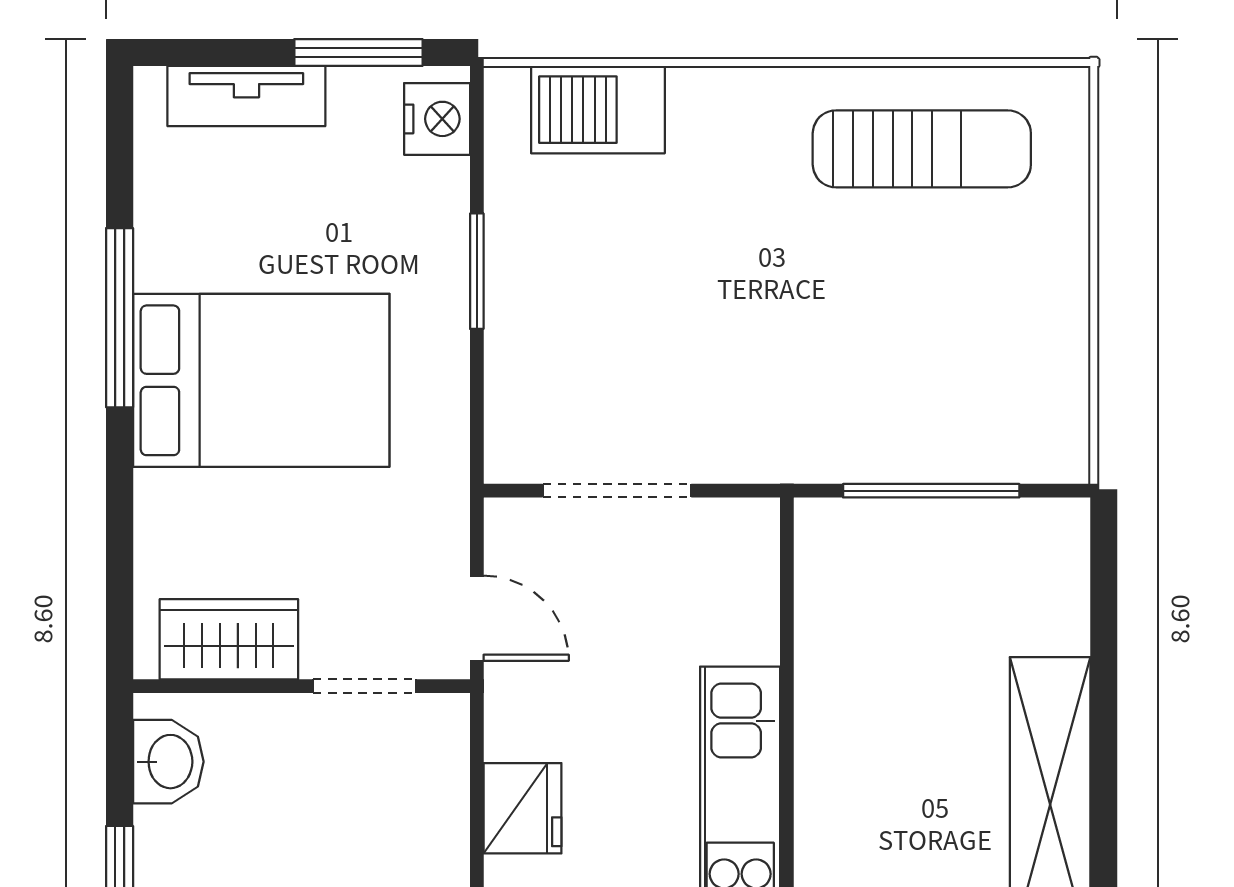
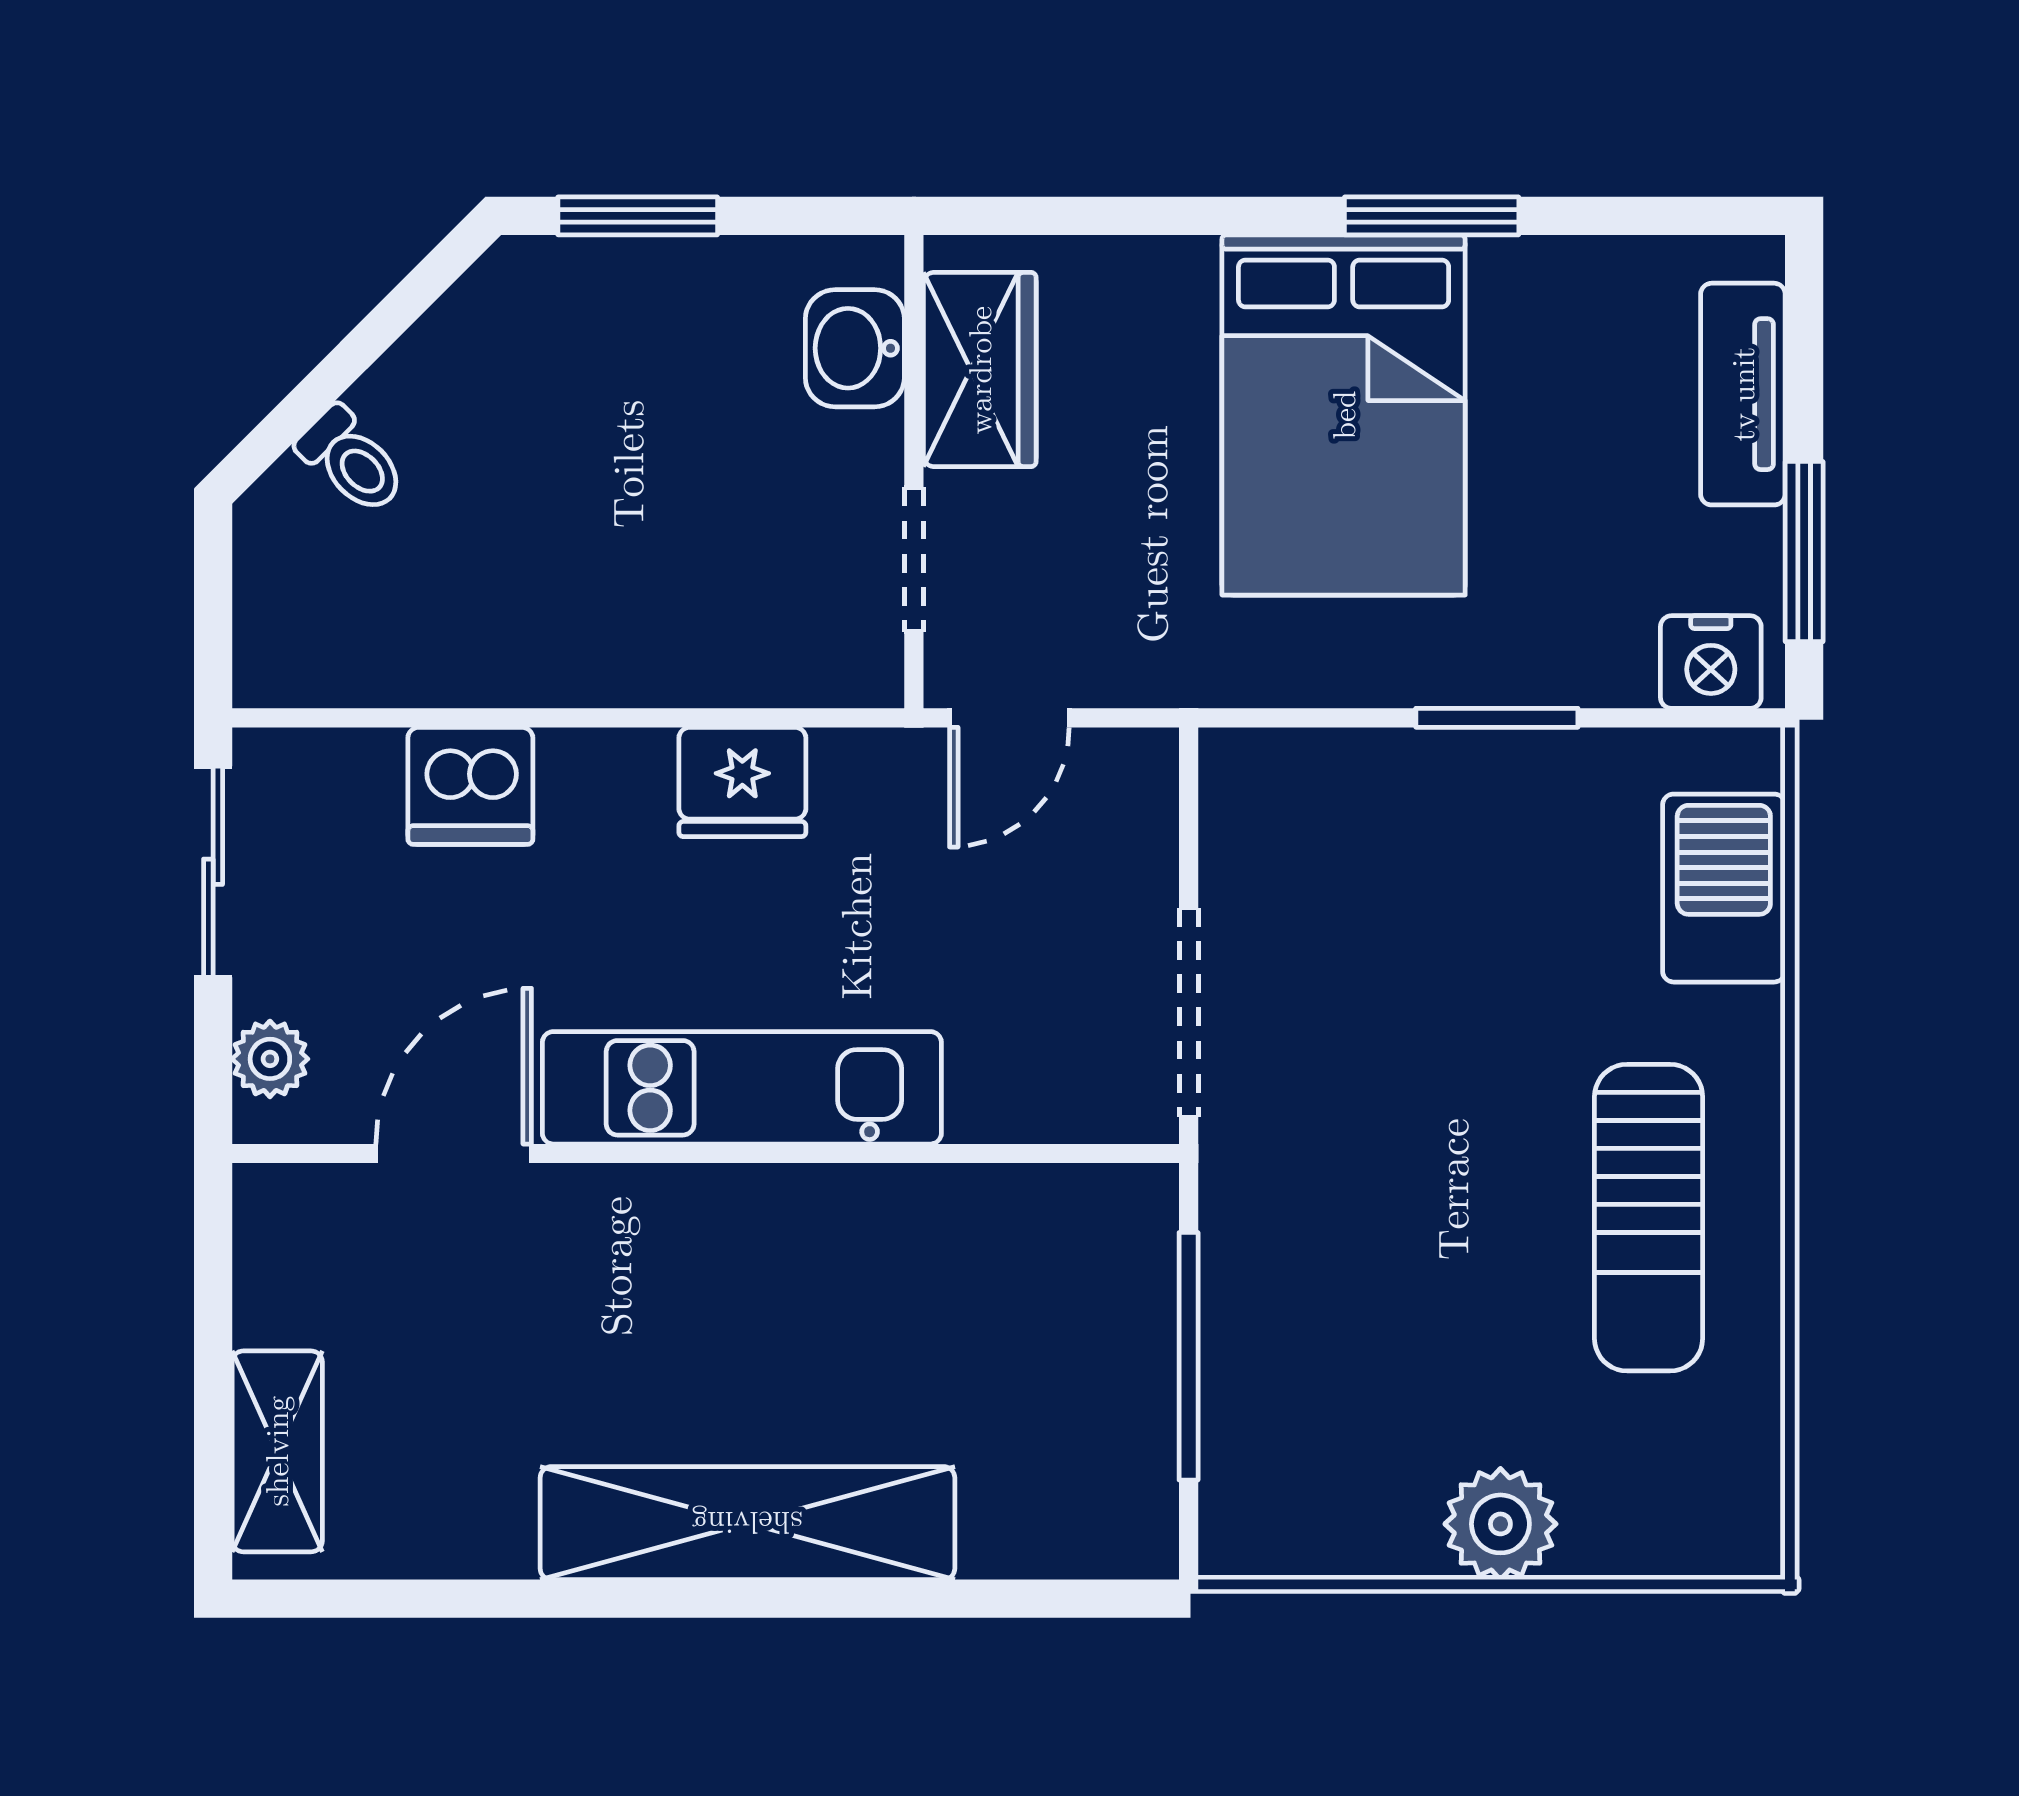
sun lounger: (922, 149) -> (1649, 1218), moved
plant: (1051, 269) -> (1500, 1524), added
window: (120, 318) -> (1432, 216), width x0.69
doorway: (617, 491) -> (1189, 1012), moved
washbasin: (168, 762) -> (855, 348), moved, turned 90

